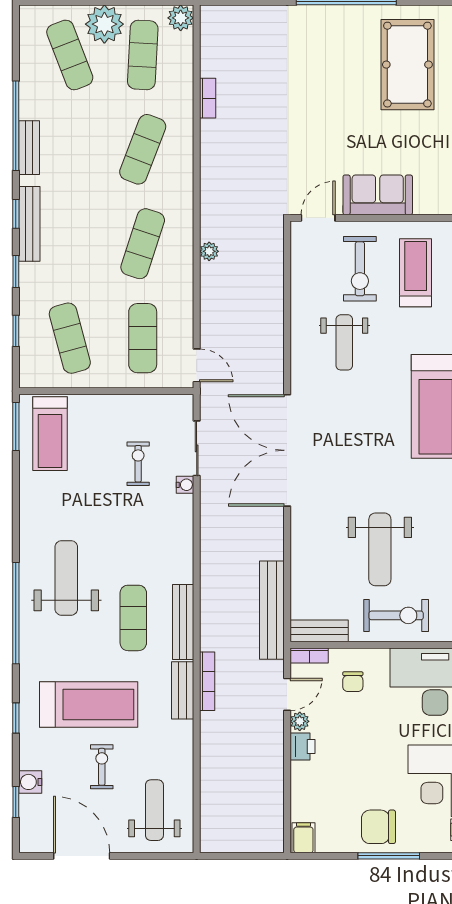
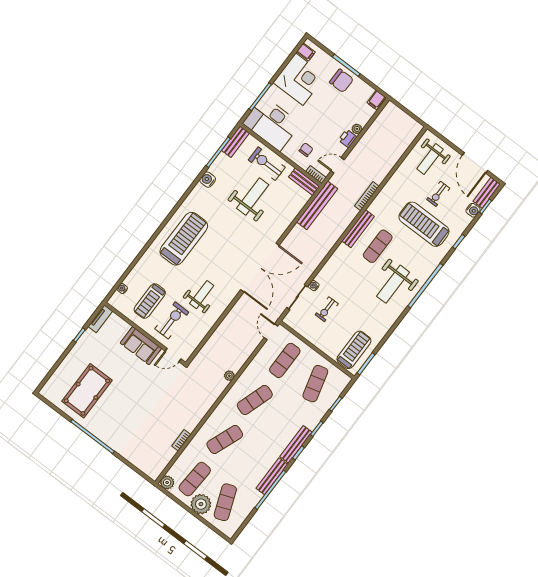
bench: (29, 148) -> (272, 476), width x1.36
bench: (183, 690) -> (487, 193), moved
plant: (300, 721) -> (357, 129), moved

